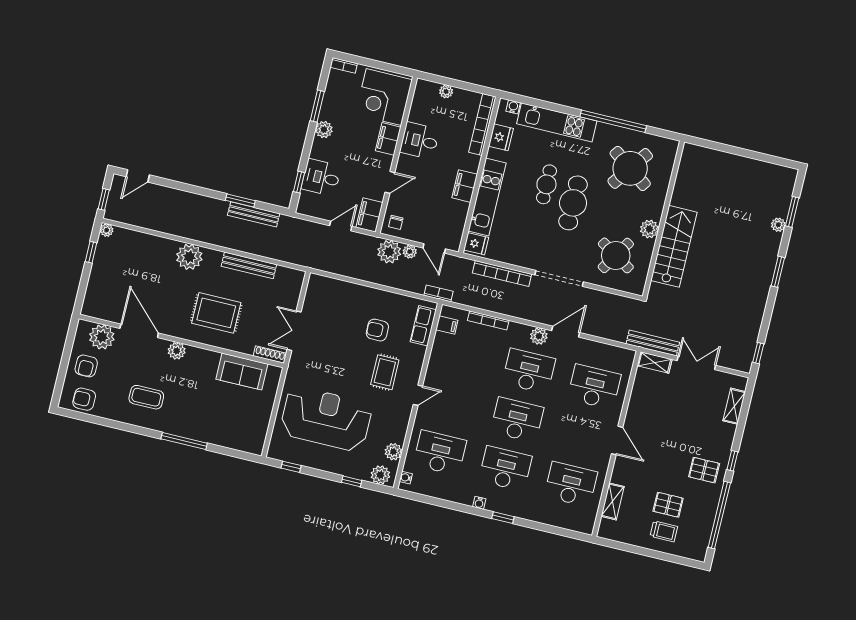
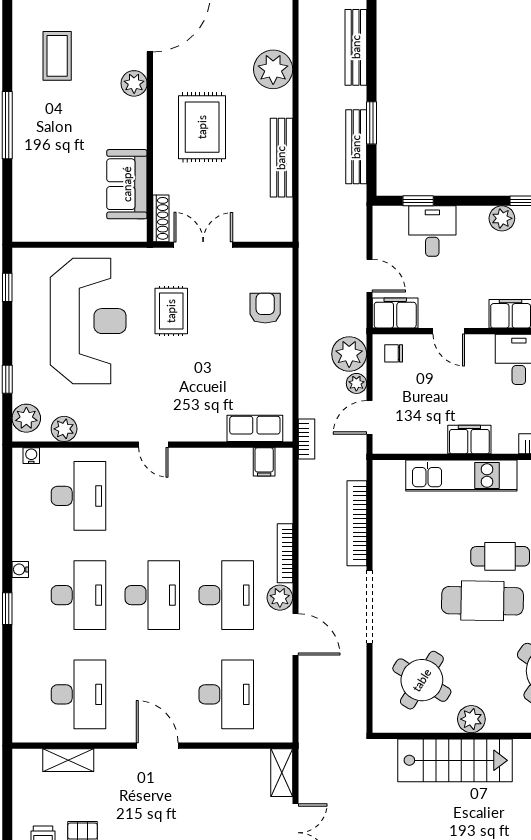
fridge: (476, 244) -> (391, 476), removed
bookcase: (488, 320) -> (285, 553), moved
armchair: (377, 330) -> (265, 308), moved
bench: (653, 343) -> (356, 47), moved
rug: (385, 372) -> (171, 311), moved, turned 90
door: (617, 440) -> (157, 746), swing flipped

